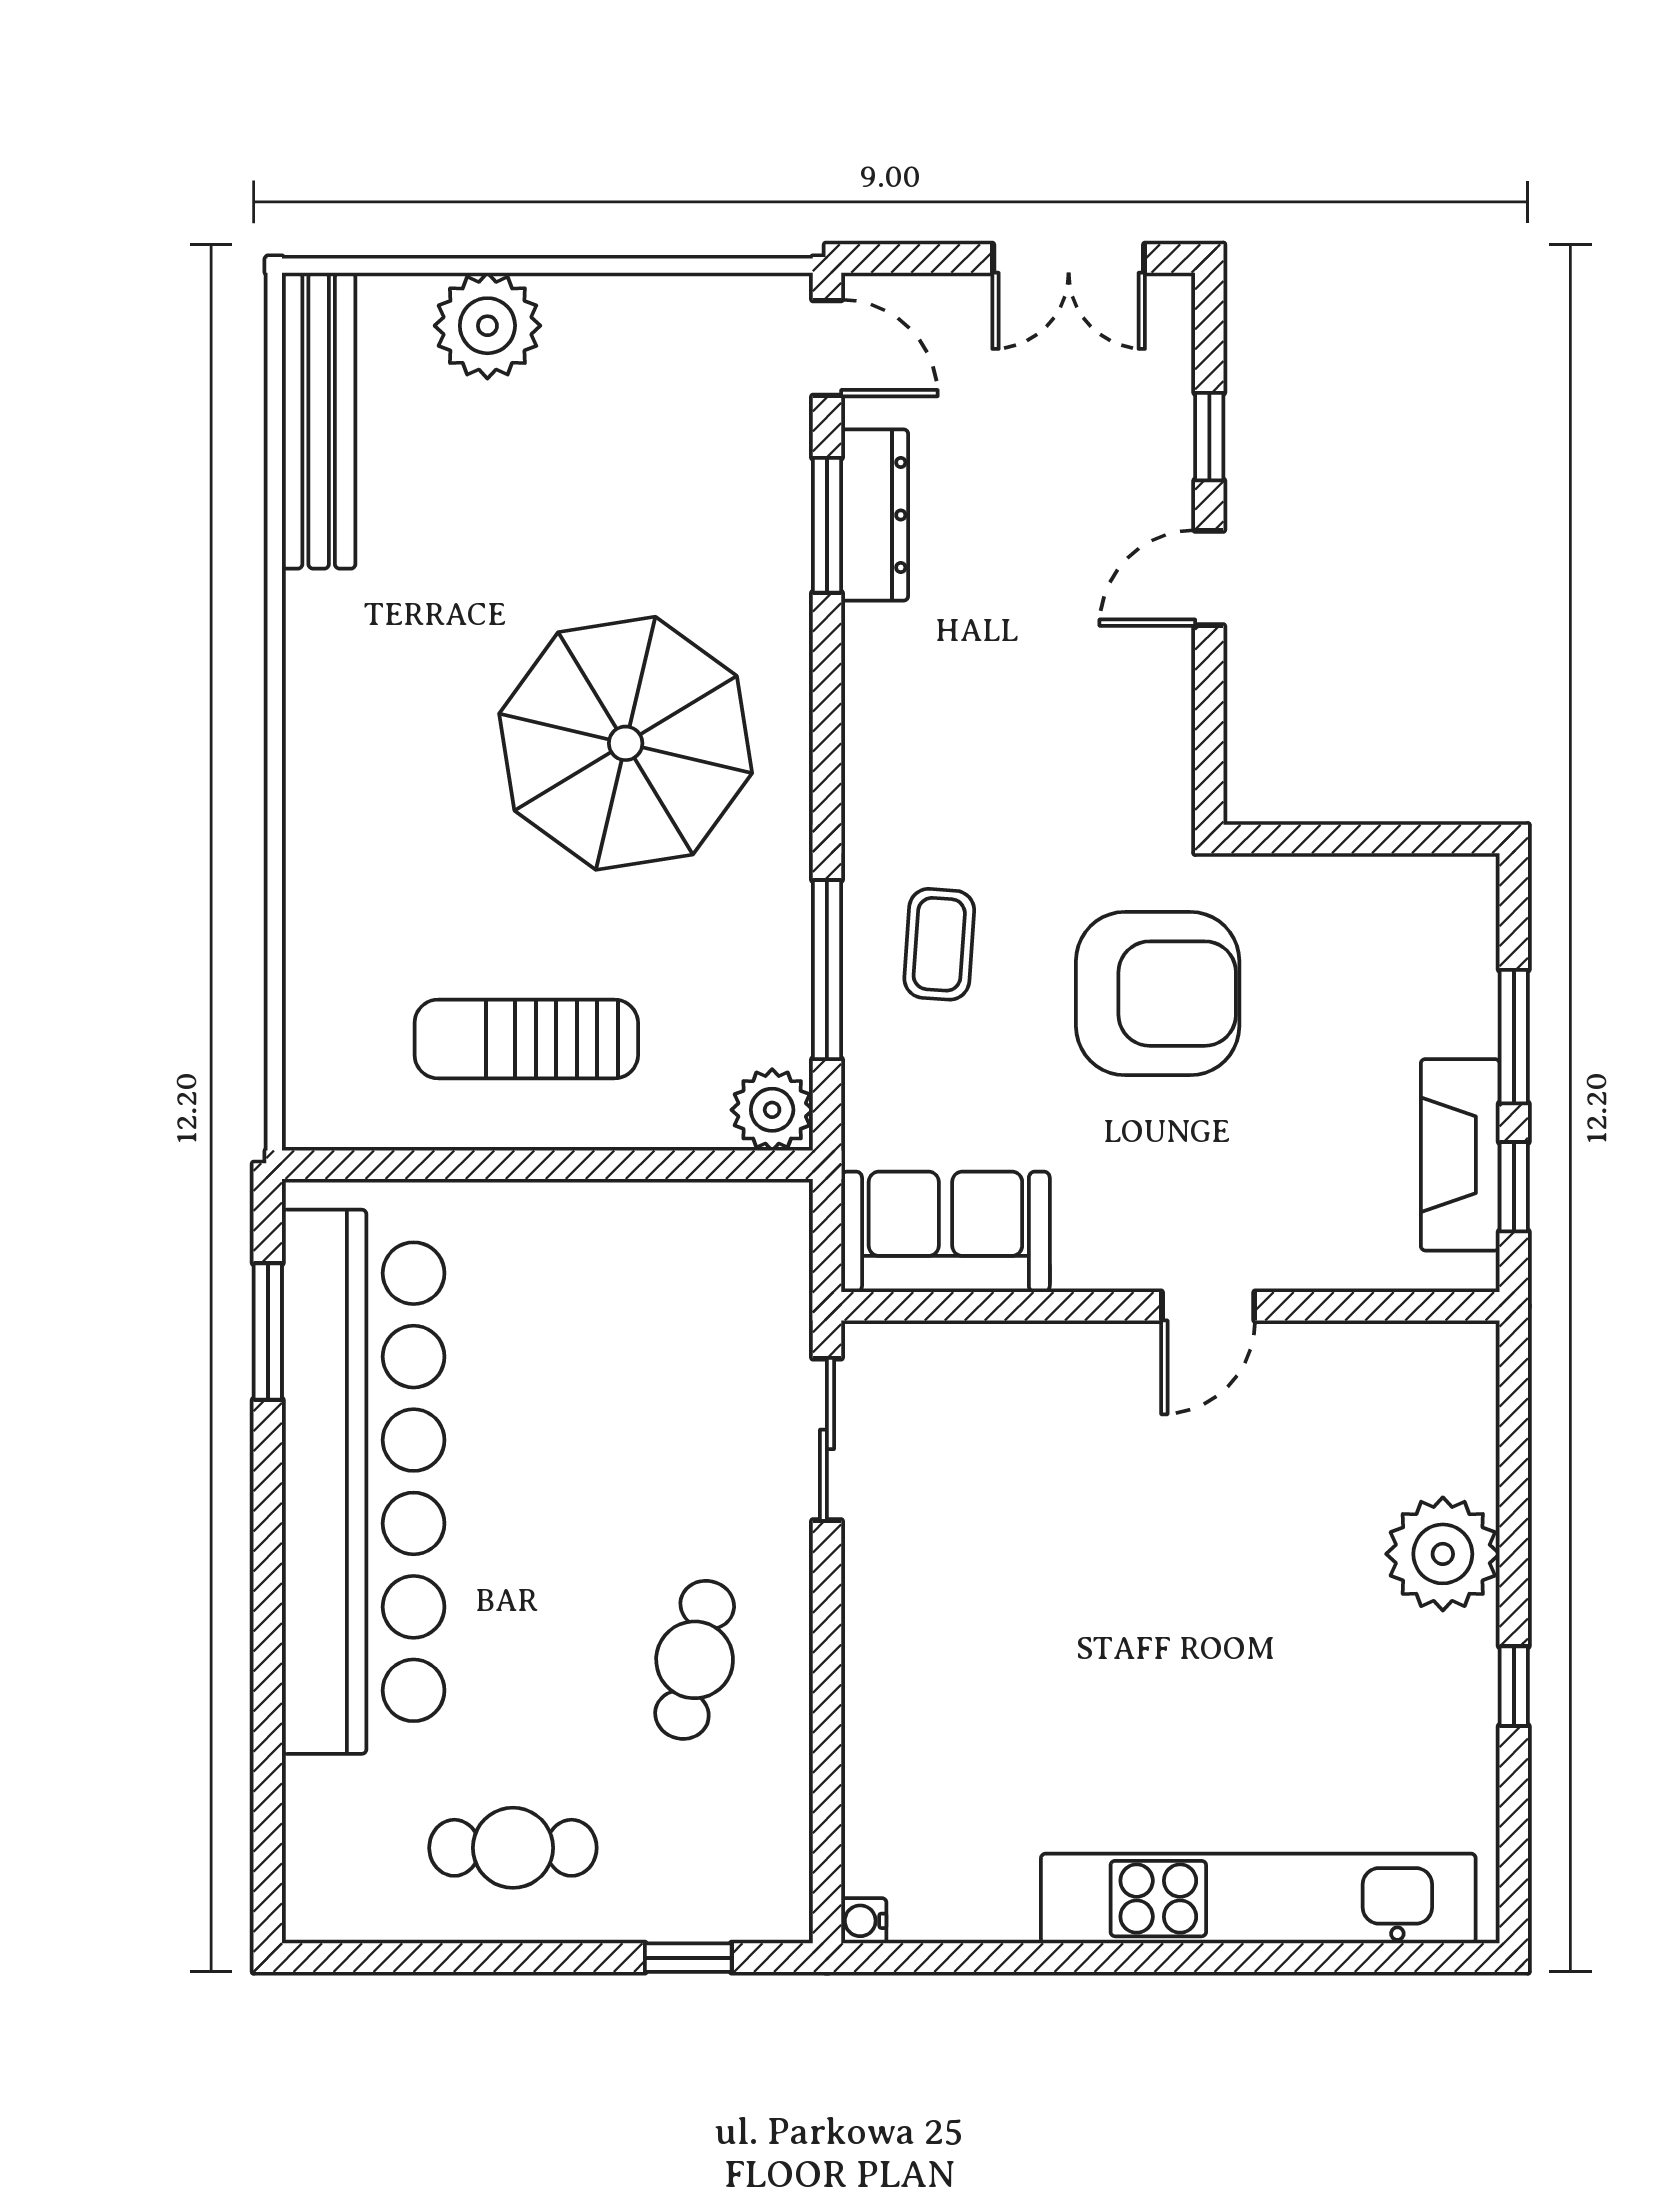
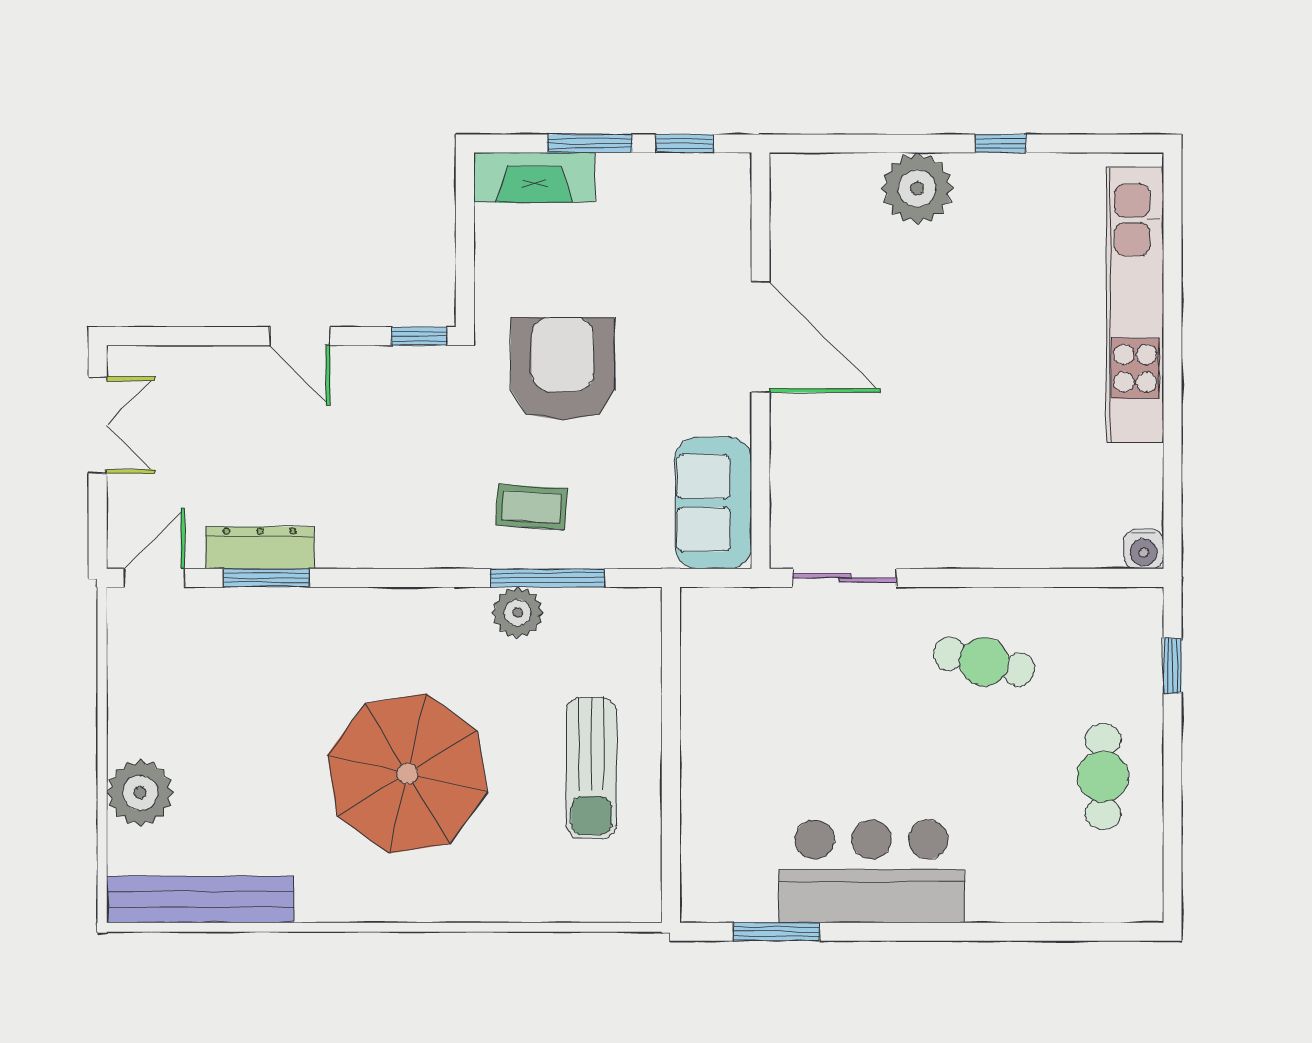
window: (1209, 437) -> (419, 336), moved
parasol: (626, 743) -> (407, 774), moved
plant: (772, 1110) -> (518, 613), moved
fireplace: (1460, 1155) -> (534, 177), moved
door: (1208, 1306) -> (760, 337), width x1.88
bar counter: (363, 1482) -> (871, 871), width x0.54
water cooler: (864, 1921) -> (1144, 549), width x1.38, depth x1.38

